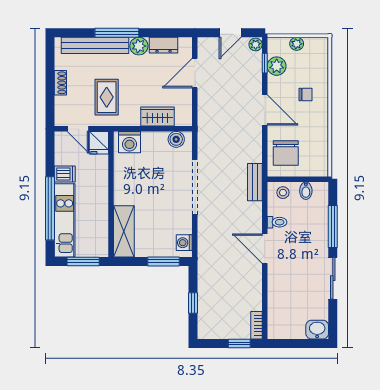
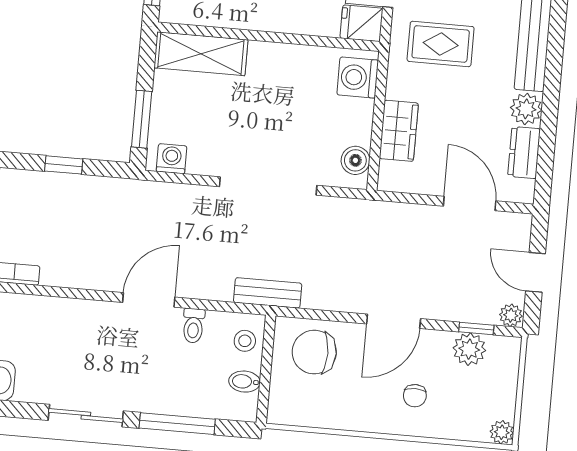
window: (117, 33) -> (553, 72), removed
plant: (297, 44) -> (502, 432), moved

